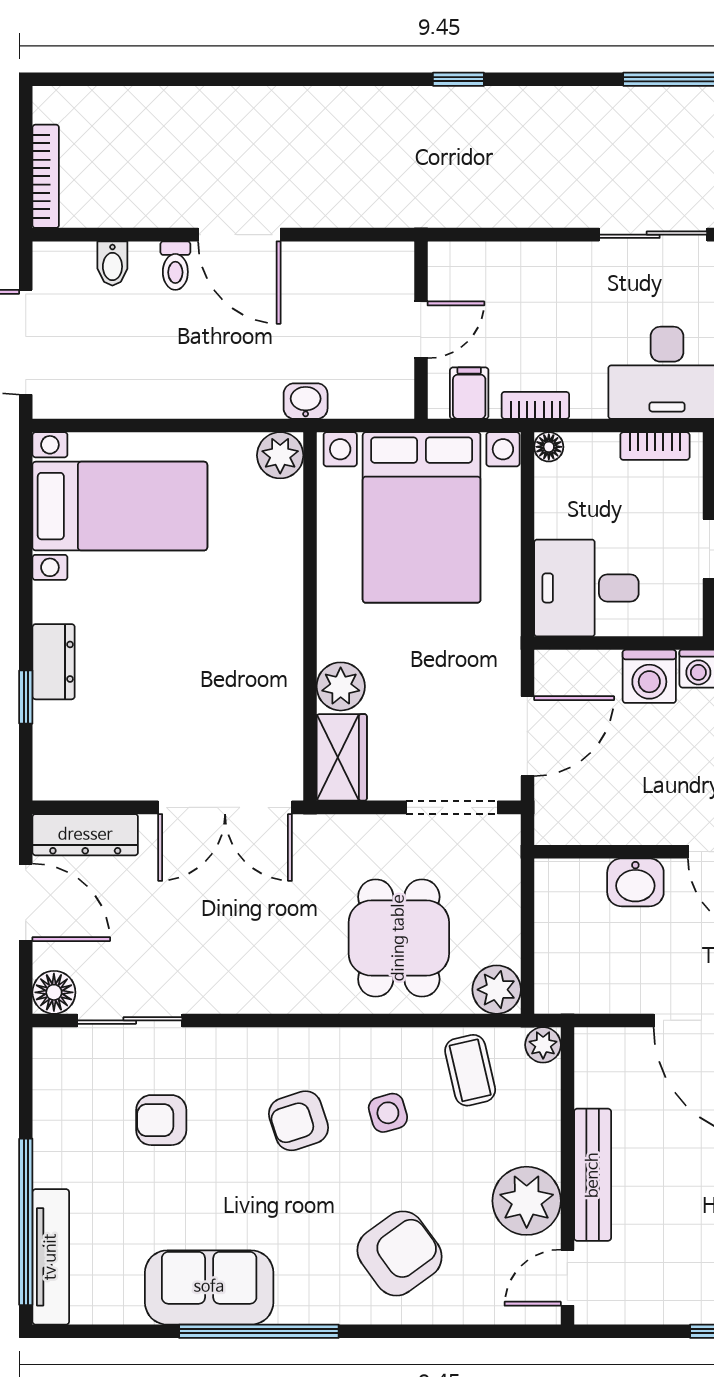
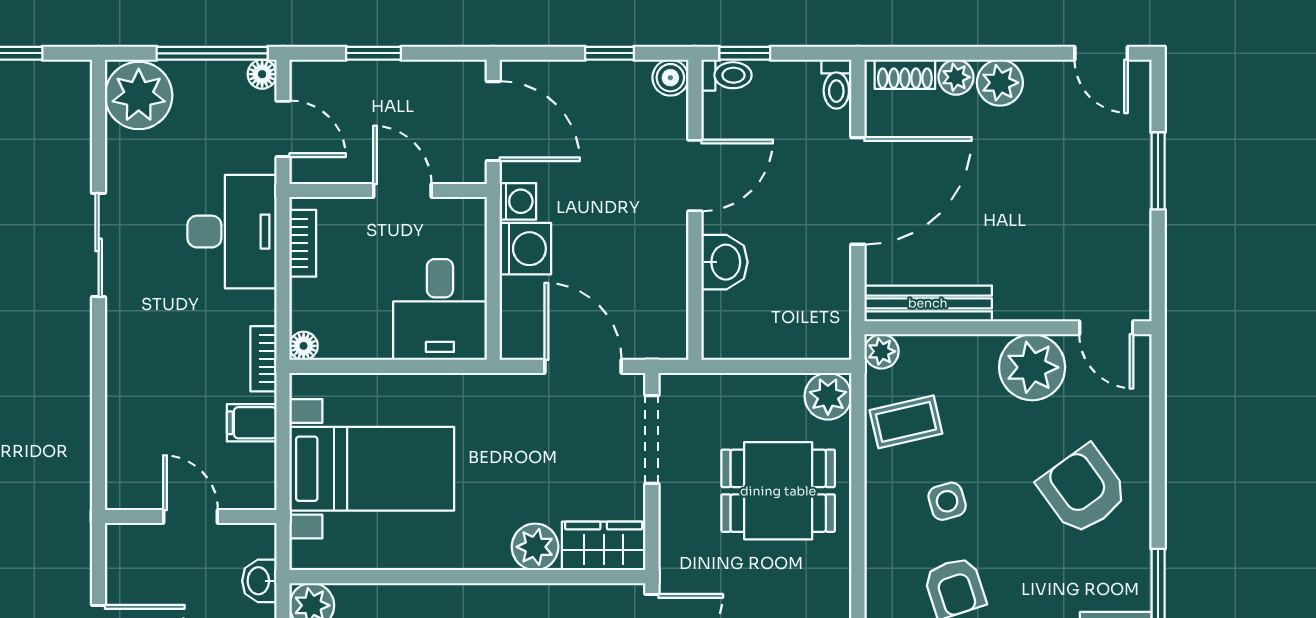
door: (421, 330) -> (191, 517), moved
wall: (421, 330) -> (191, 517), moved
bed with nightstands: (422, 517) -> (372, 469), width x0.73
bench: (593, 1175) -> (928, 303), moved

